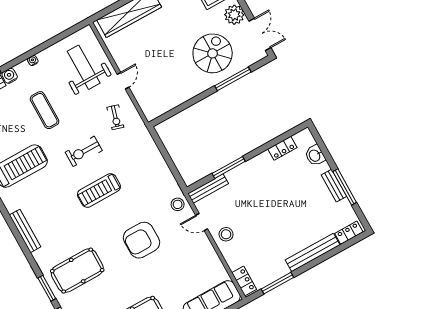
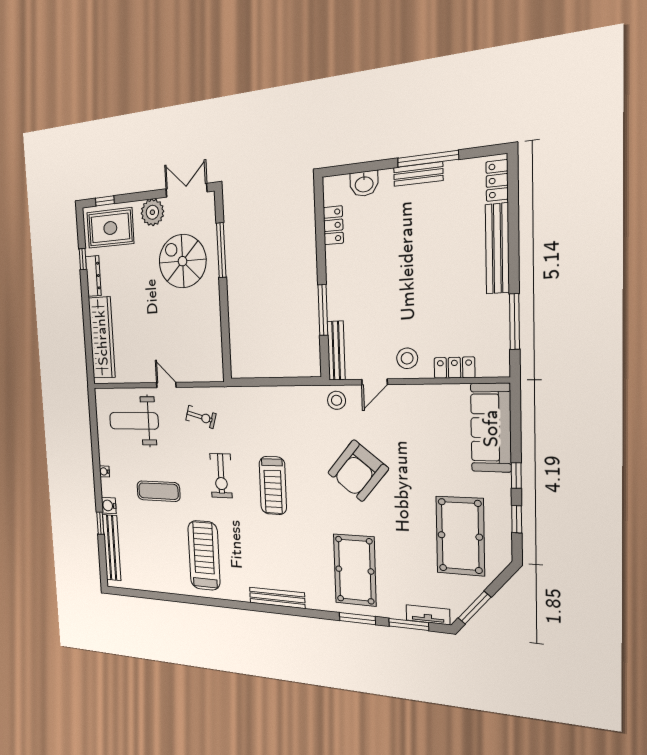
armchair: (141, 240) -> (358, 471), turned 39
locker: (244, 281) -> (454, 368), moved

